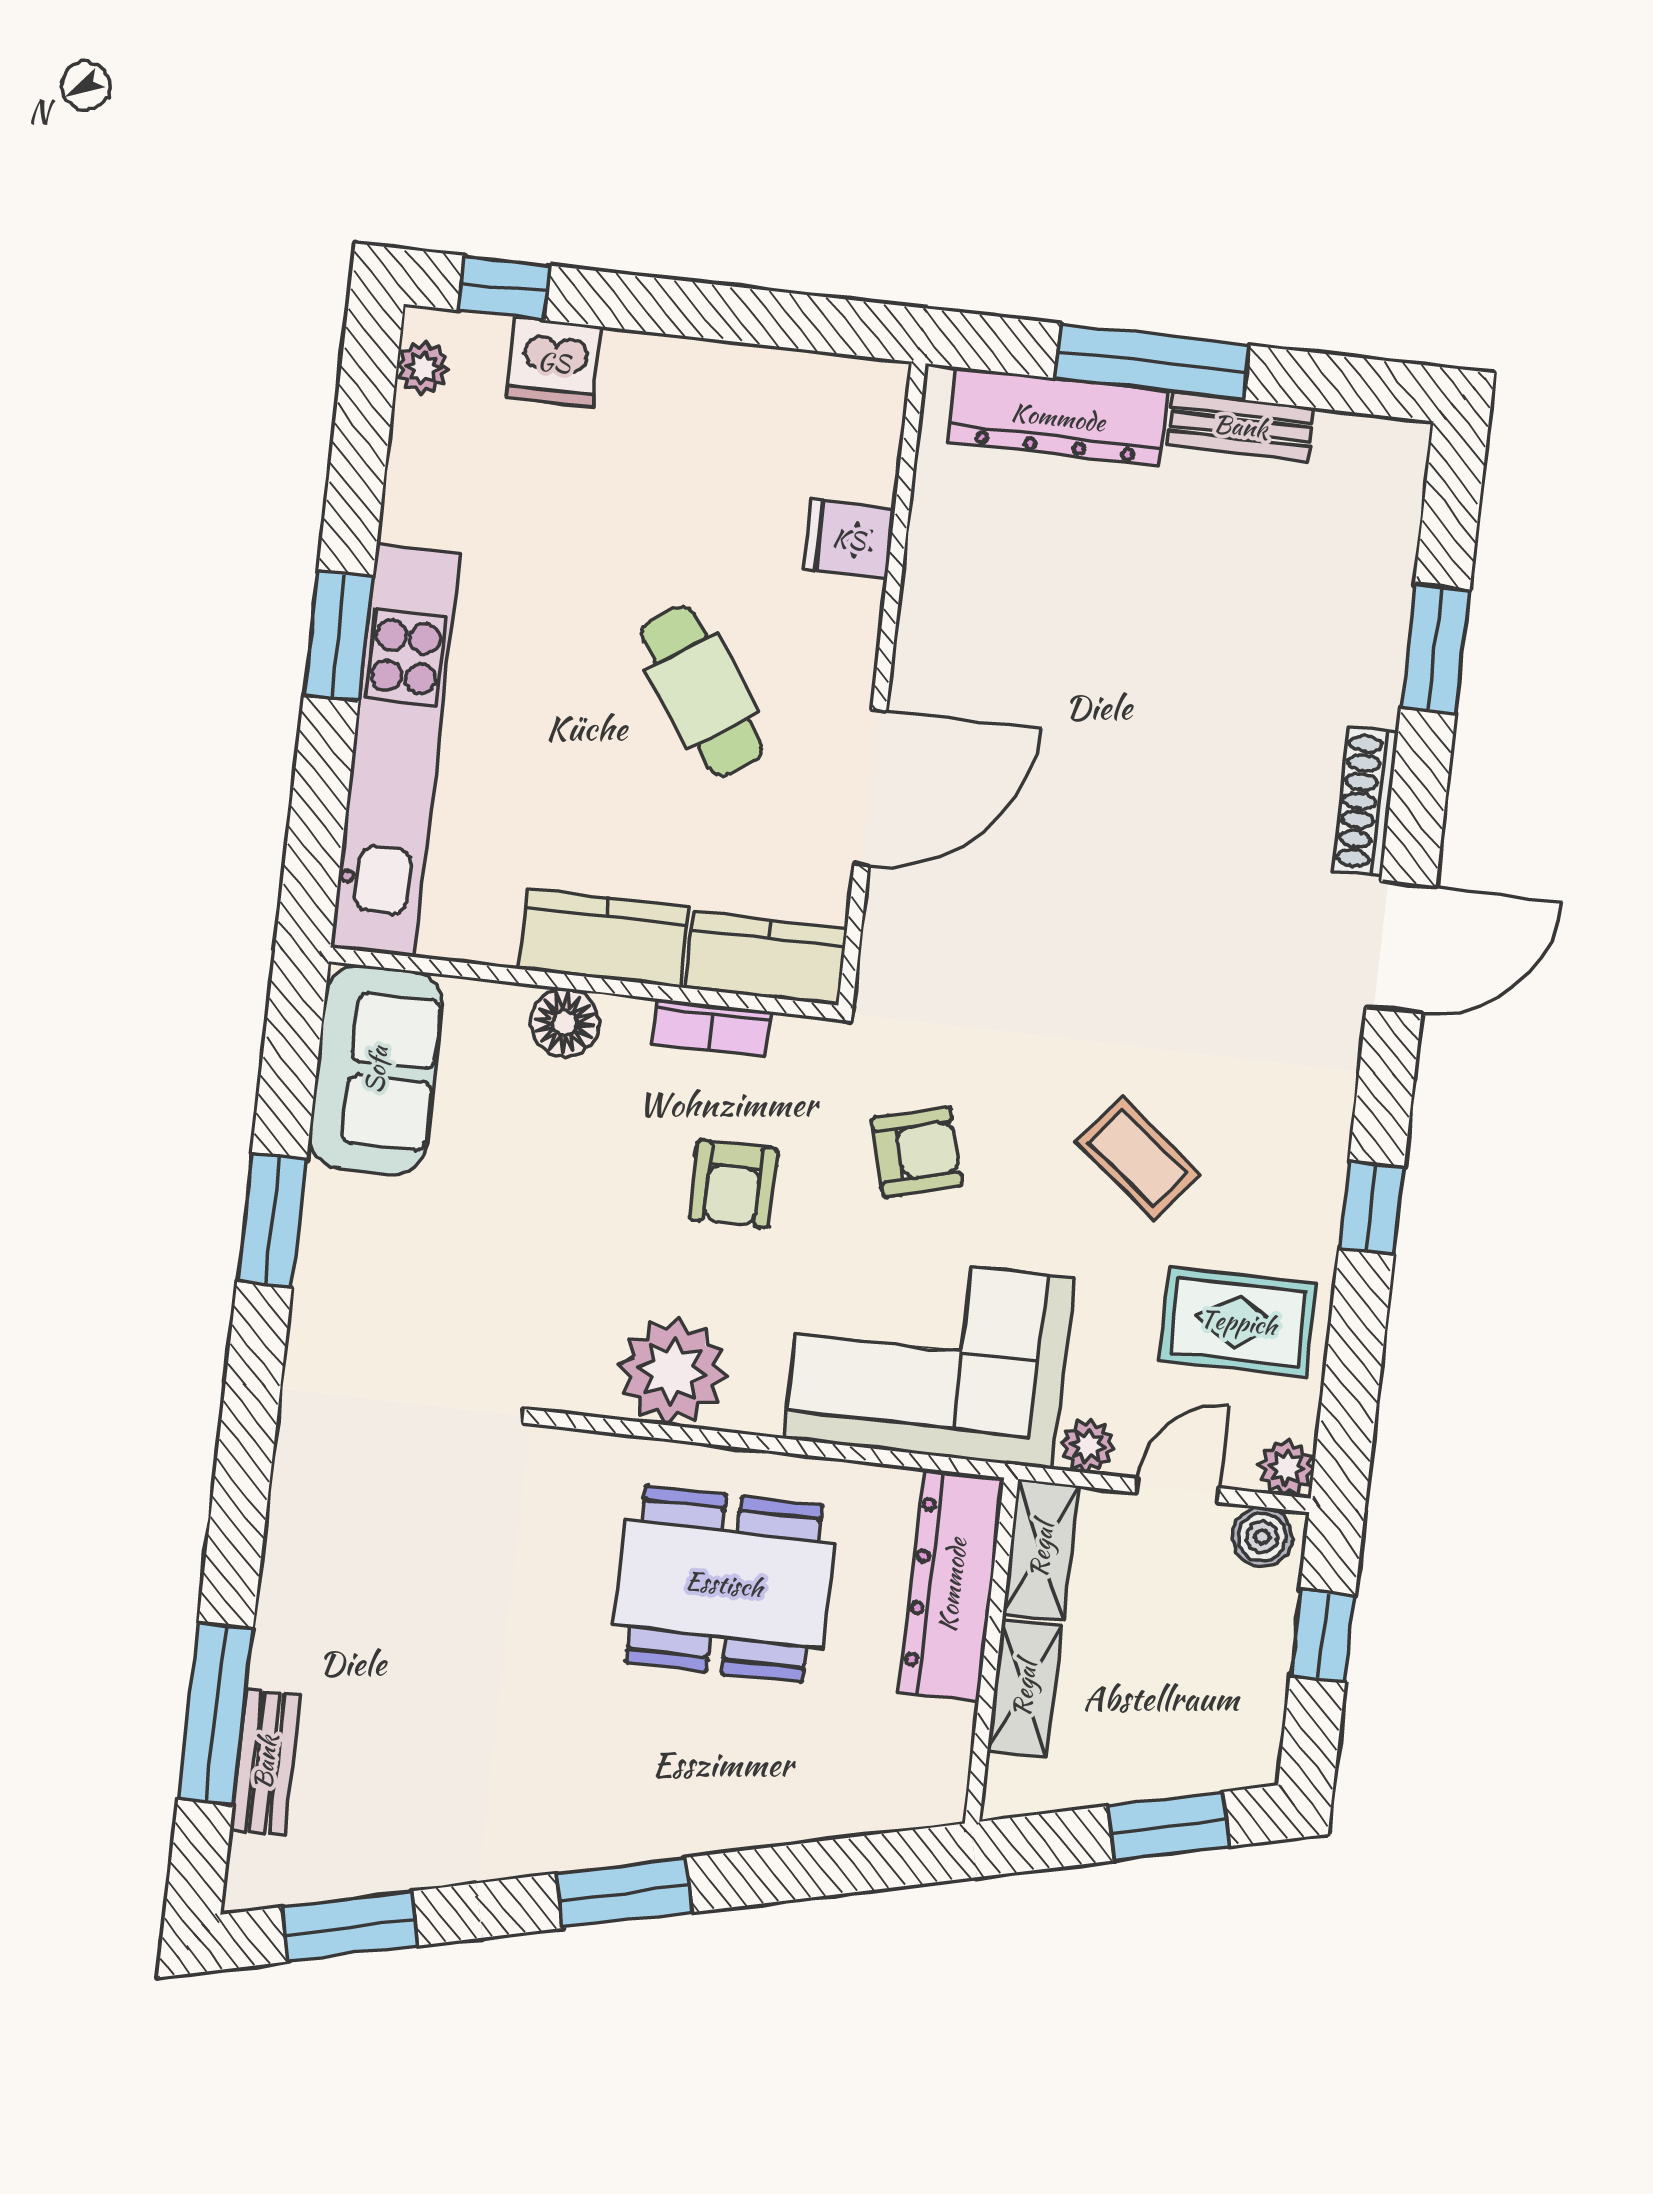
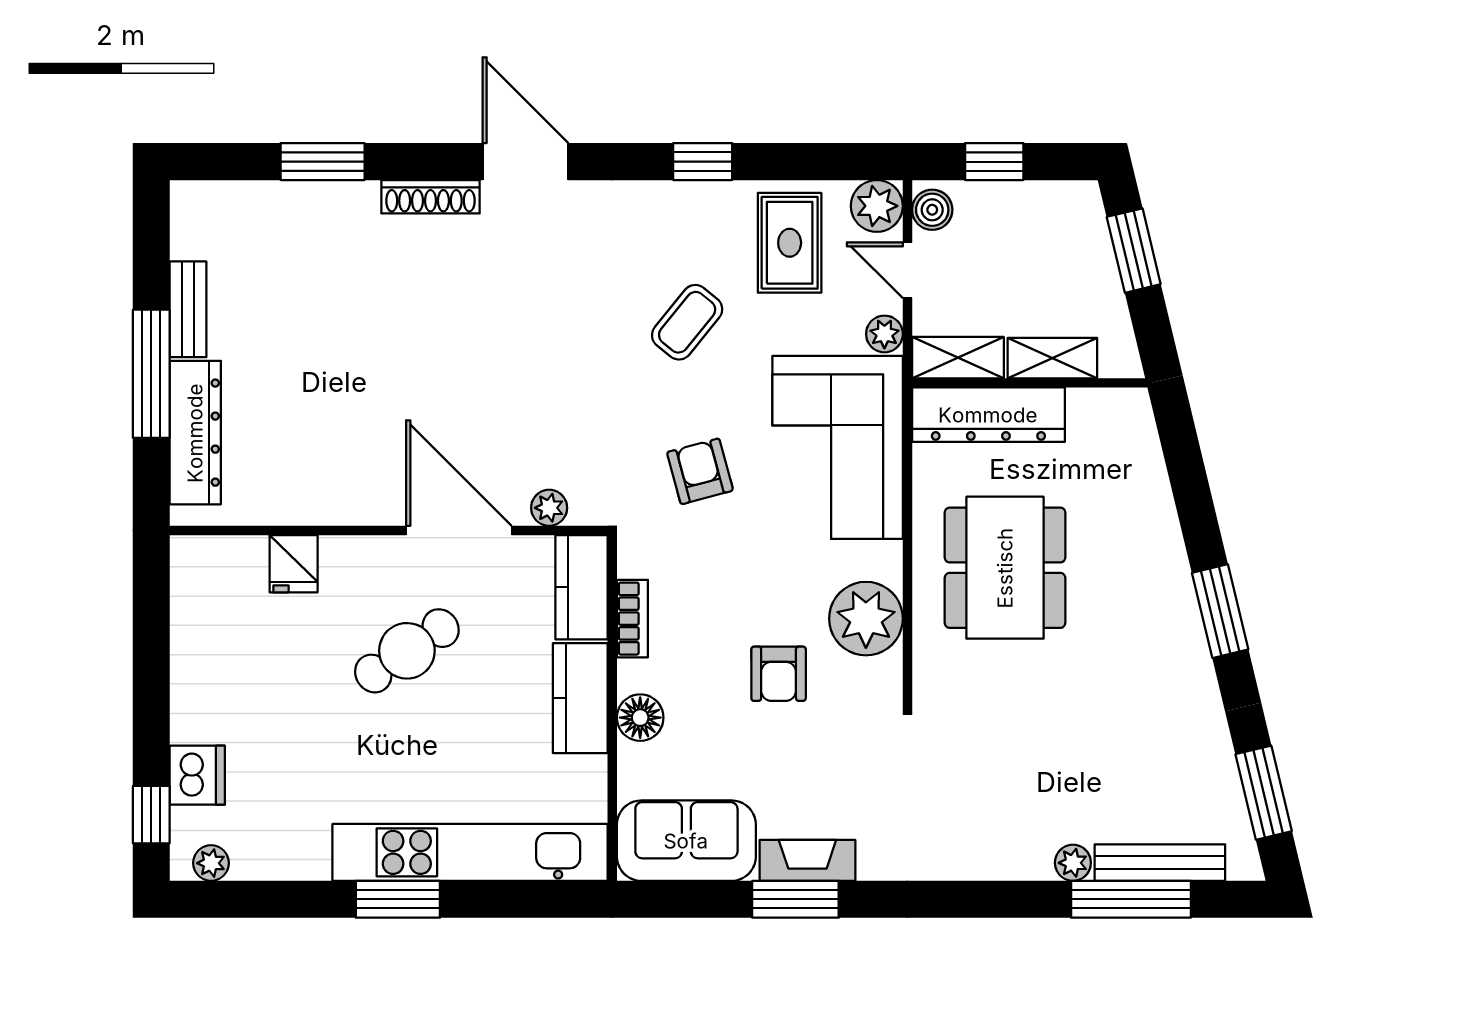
plant: (888, 924) -> (549, 508), added
armchair: (733, 1184) -> (779, 674), moved, turned 90
fireplace: (327, 1245) -> (807, 860), added
plant: (1286, 1468) -> (877, 206), width x1.38, depth x1.38
plant: (279, 1634) -> (1073, 863), added
bench: (265, 1762) -> (1160, 863), width x1.36

